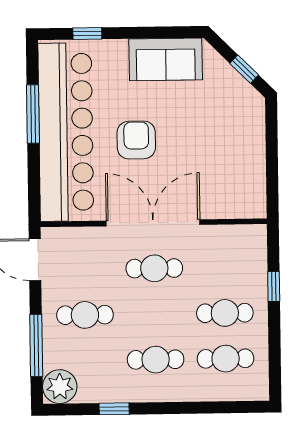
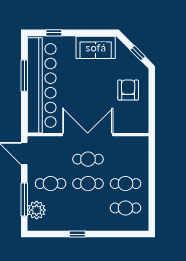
armchair: (136, 140) -> (128, 90), moved
window: (274, 287) -> (152, 170), removed
cafe table: (156, 360) -> (88, 184), moved
plant: (60, 387) -> (37, 210), moved
window: (114, 409) -> (77, 234), moved

